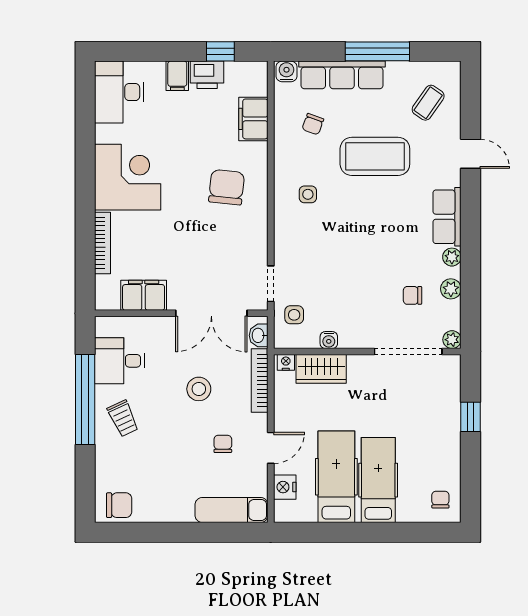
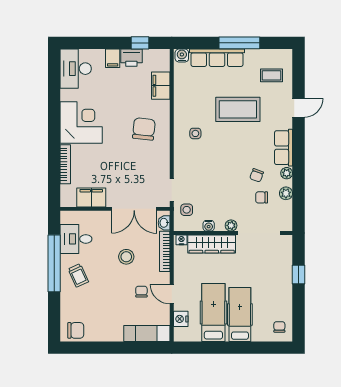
coffee table: (428, 103) -> (272, 75), turned 55
chair: (313, 124) -> (257, 175), moved
door: (471, 154) -> (298, 108), hinge flipped
plant: (452, 340) -> (231, 225), moved
wardrobe: (321, 369) -> (212, 244), width x1.50
door: (271, 448) -> (172, 294), swing flipped

